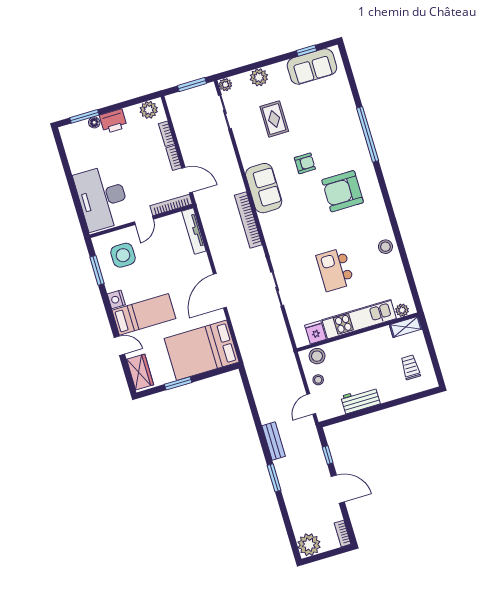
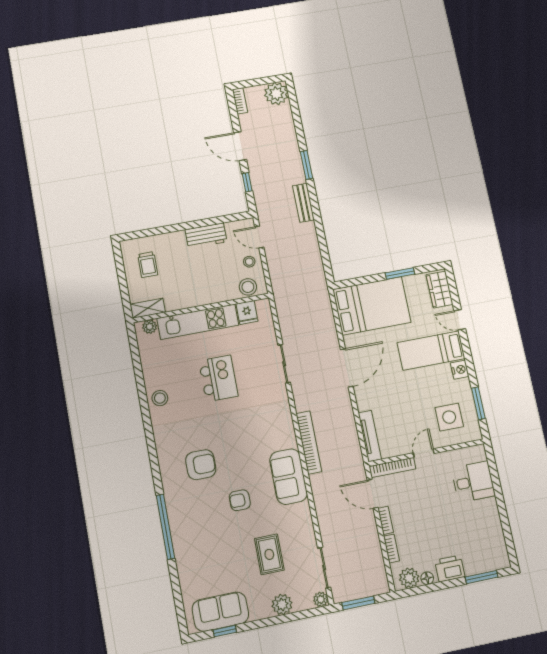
floor lamp: (94, 122) -> (427, 578), moved
armchair: (343, 191) -> (201, 465), width x0.73, depth x0.73
desk: (102, 198) -> (473, 482), width x0.53, depth x0.77
door: (311, 404) -> (259, 237), swing flipped

